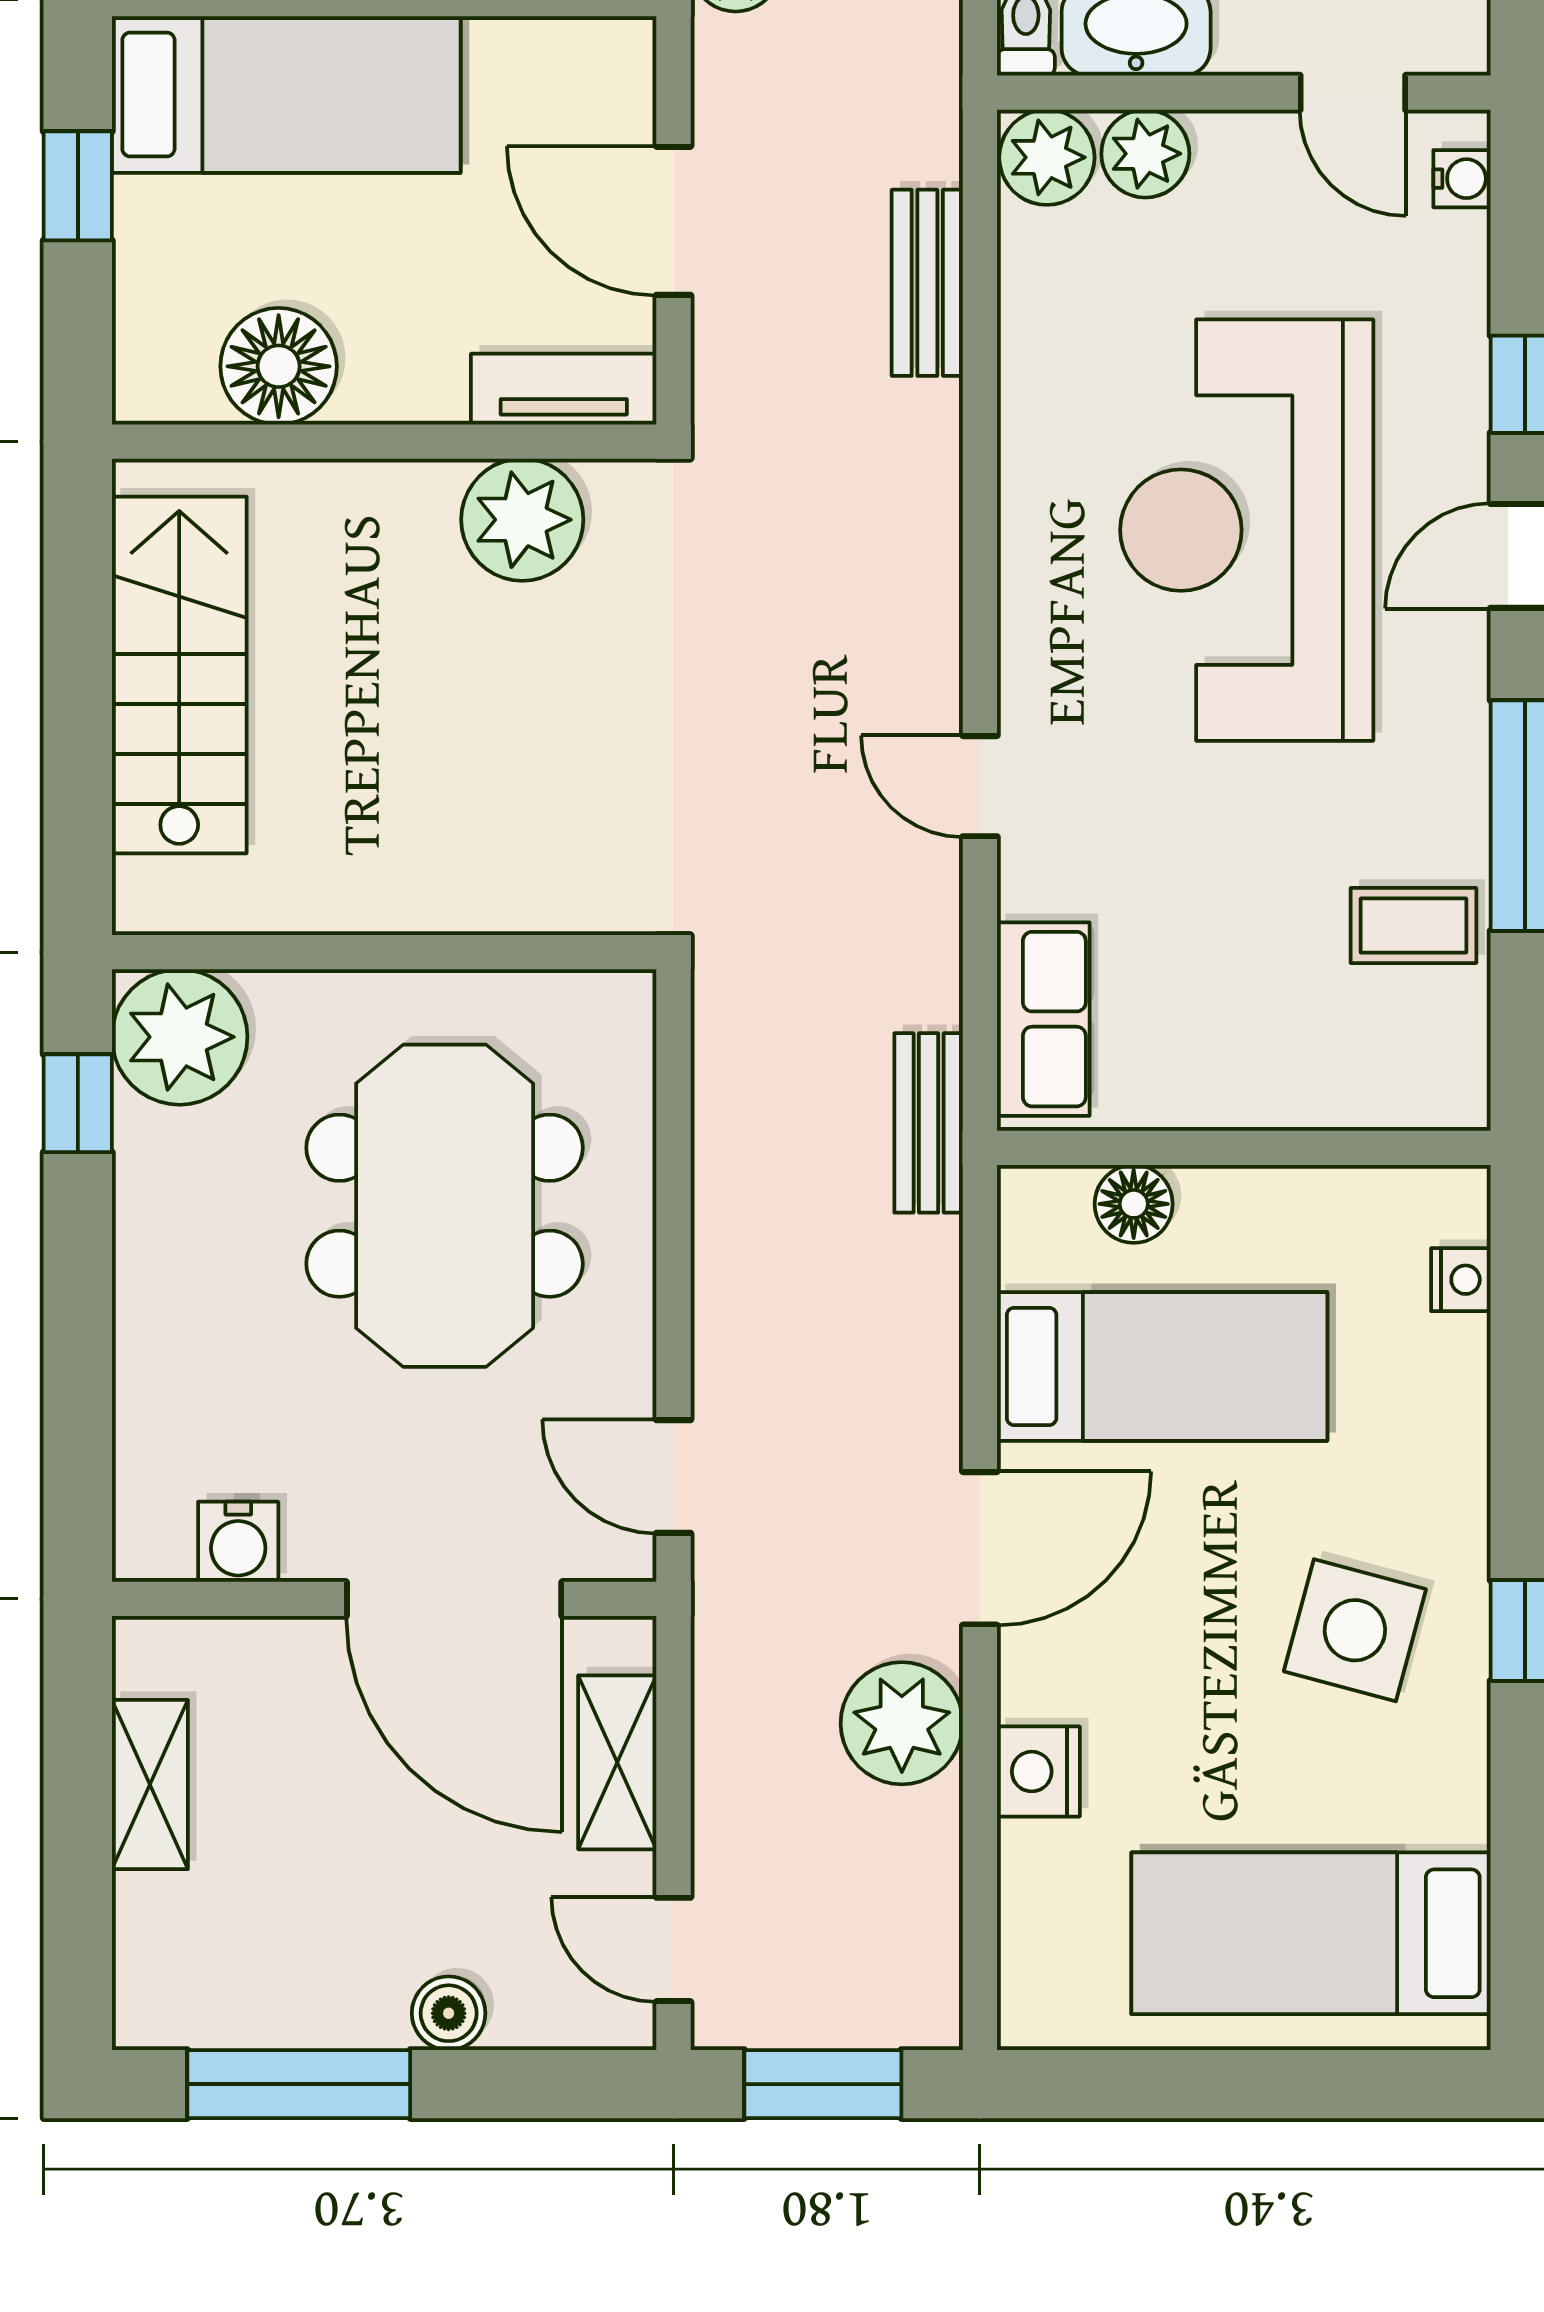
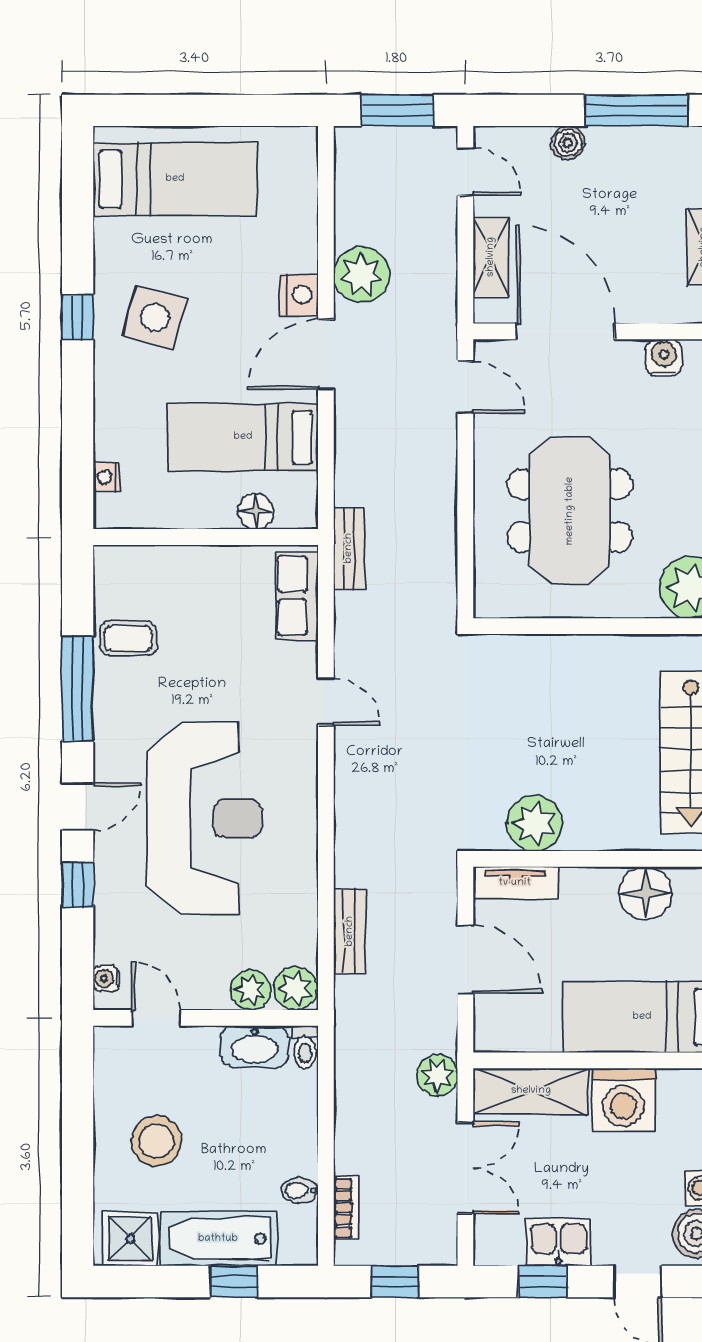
nightstand: (1038, 1772) -> (299, 295), moved

